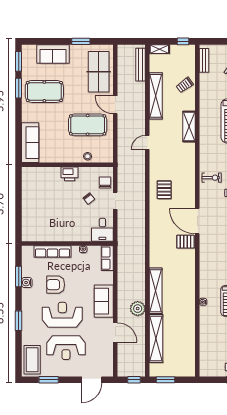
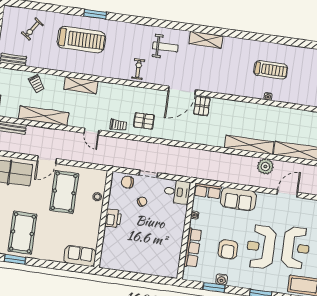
sofa: (30, 143) -> (80, 256), width x0.73
trolley: (157, 166) -> (118, 125), added
sofa: (104, 301) -> (238, 199), moved

